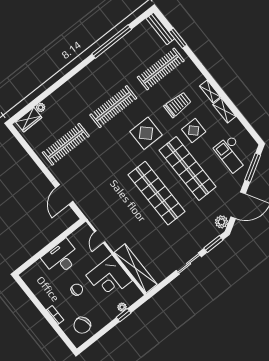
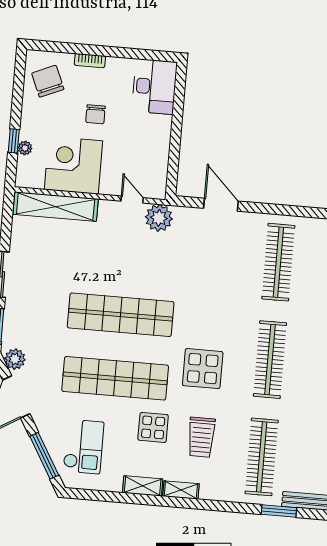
checkout: (232, 154) -> (84, 447), turned 90
plant: (97, 217) -> (159, 218), added
desk: (61, 258) -> (154, 87), moved

